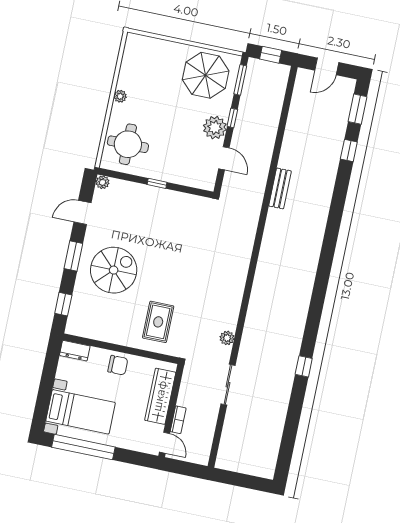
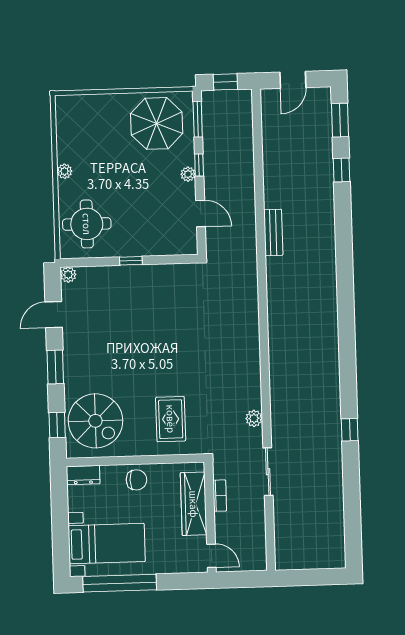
plant: (215, 128) -> (188, 174), width x0.53, depth x0.53
spiral stairs: (114, 270) -> (95, 421), moved, turned 90
bookcase: (178, 420) -> (220, 496), moved

